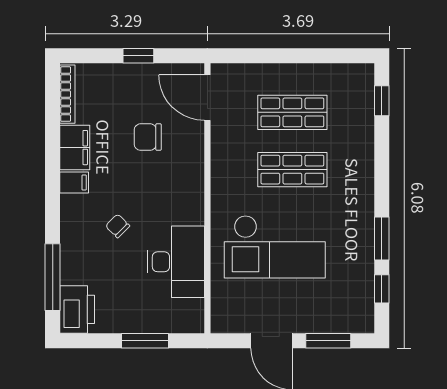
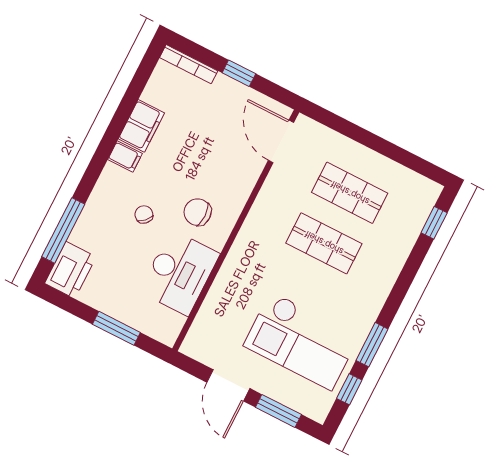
bookcase: (67, 94) -> (189, 64), moved, turned 90
chair: (148, 137) -> (198, 212), moved
checkout: (275, 247) -> (301, 341), moved

